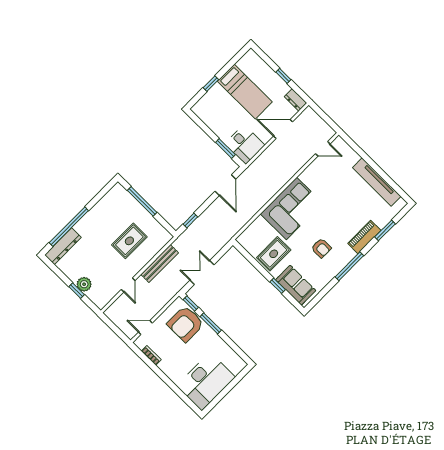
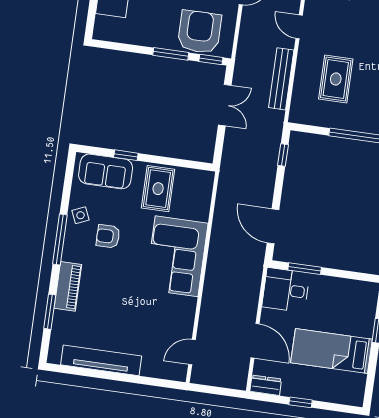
door: (283, 129) -> (255, 341), hinge flipped
side table: (328, 271) -> (80, 215), added

